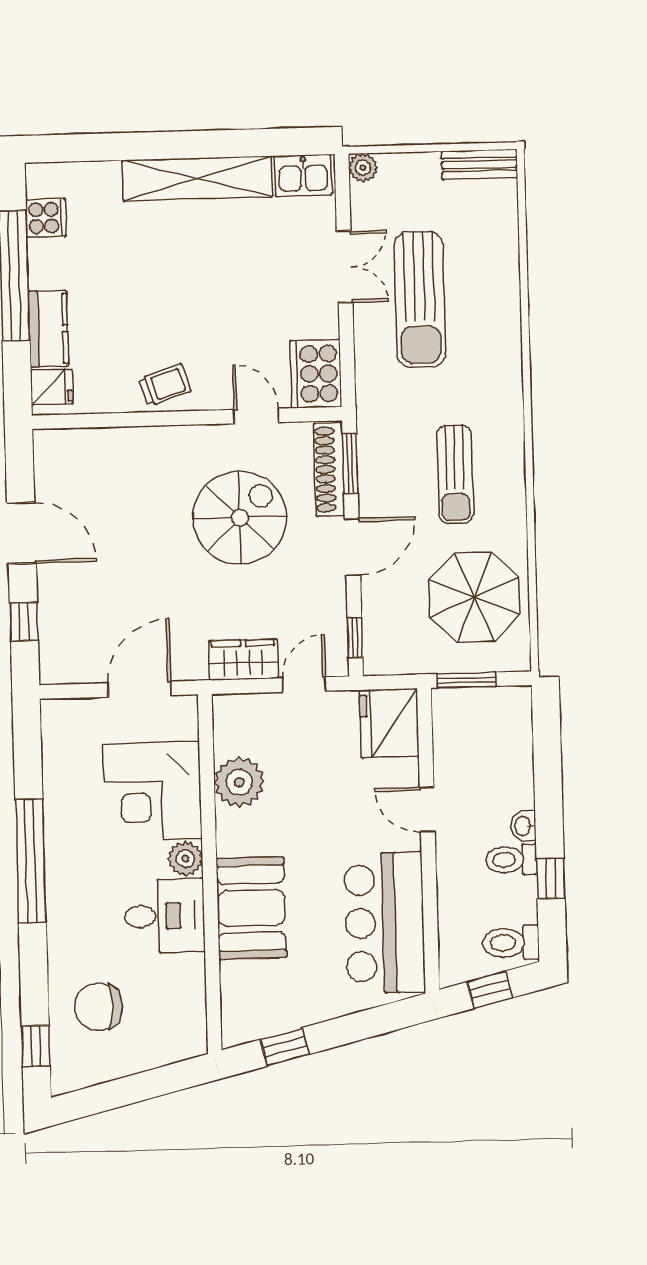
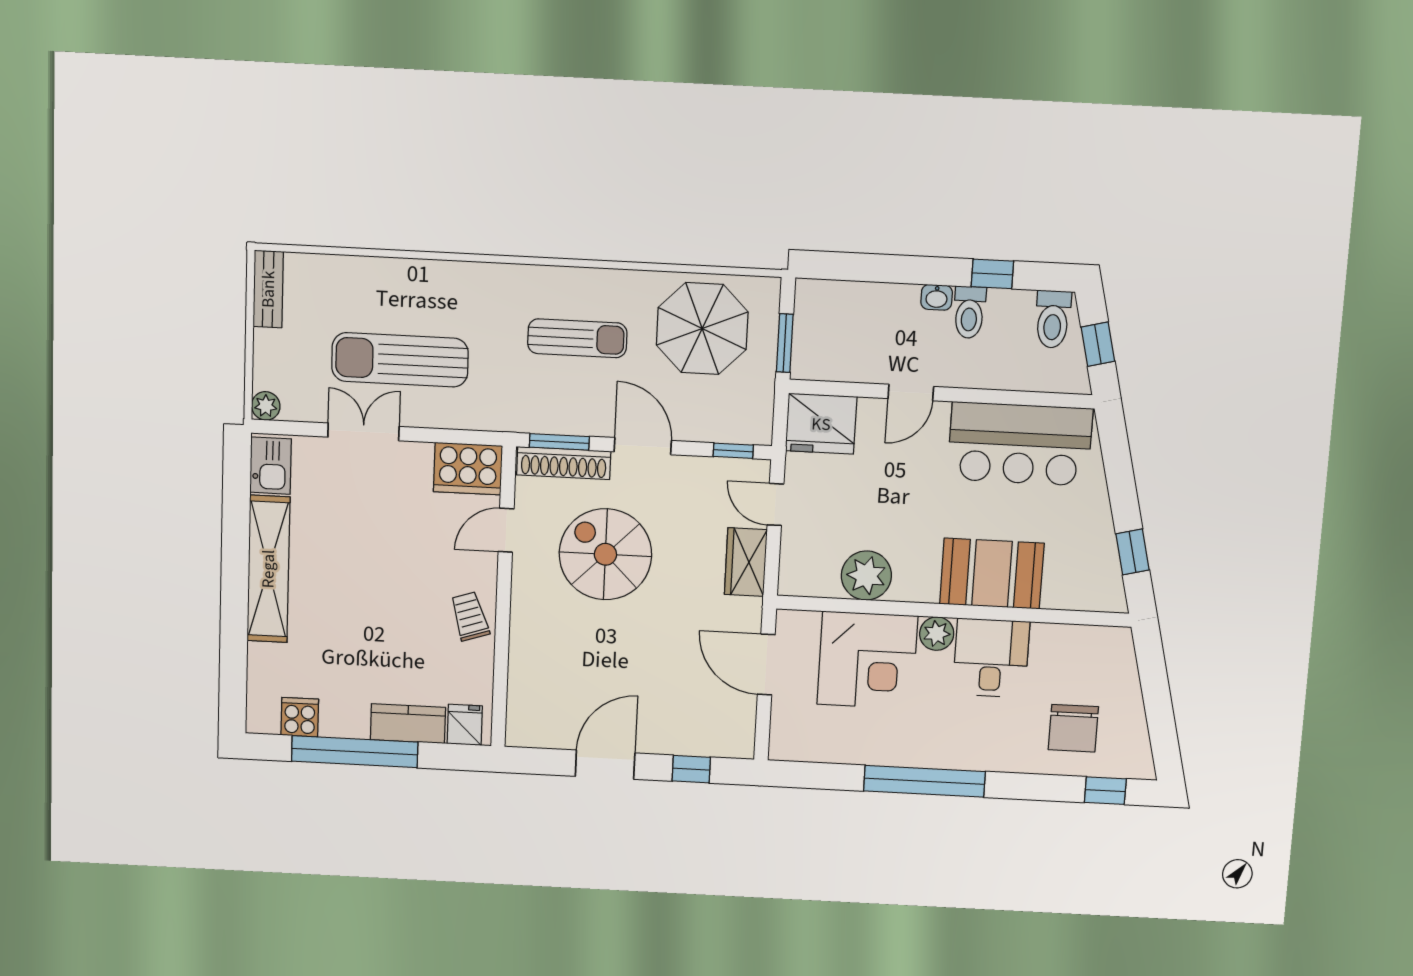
sun lounger: (420, 299) -> (400, 360), turned 180

